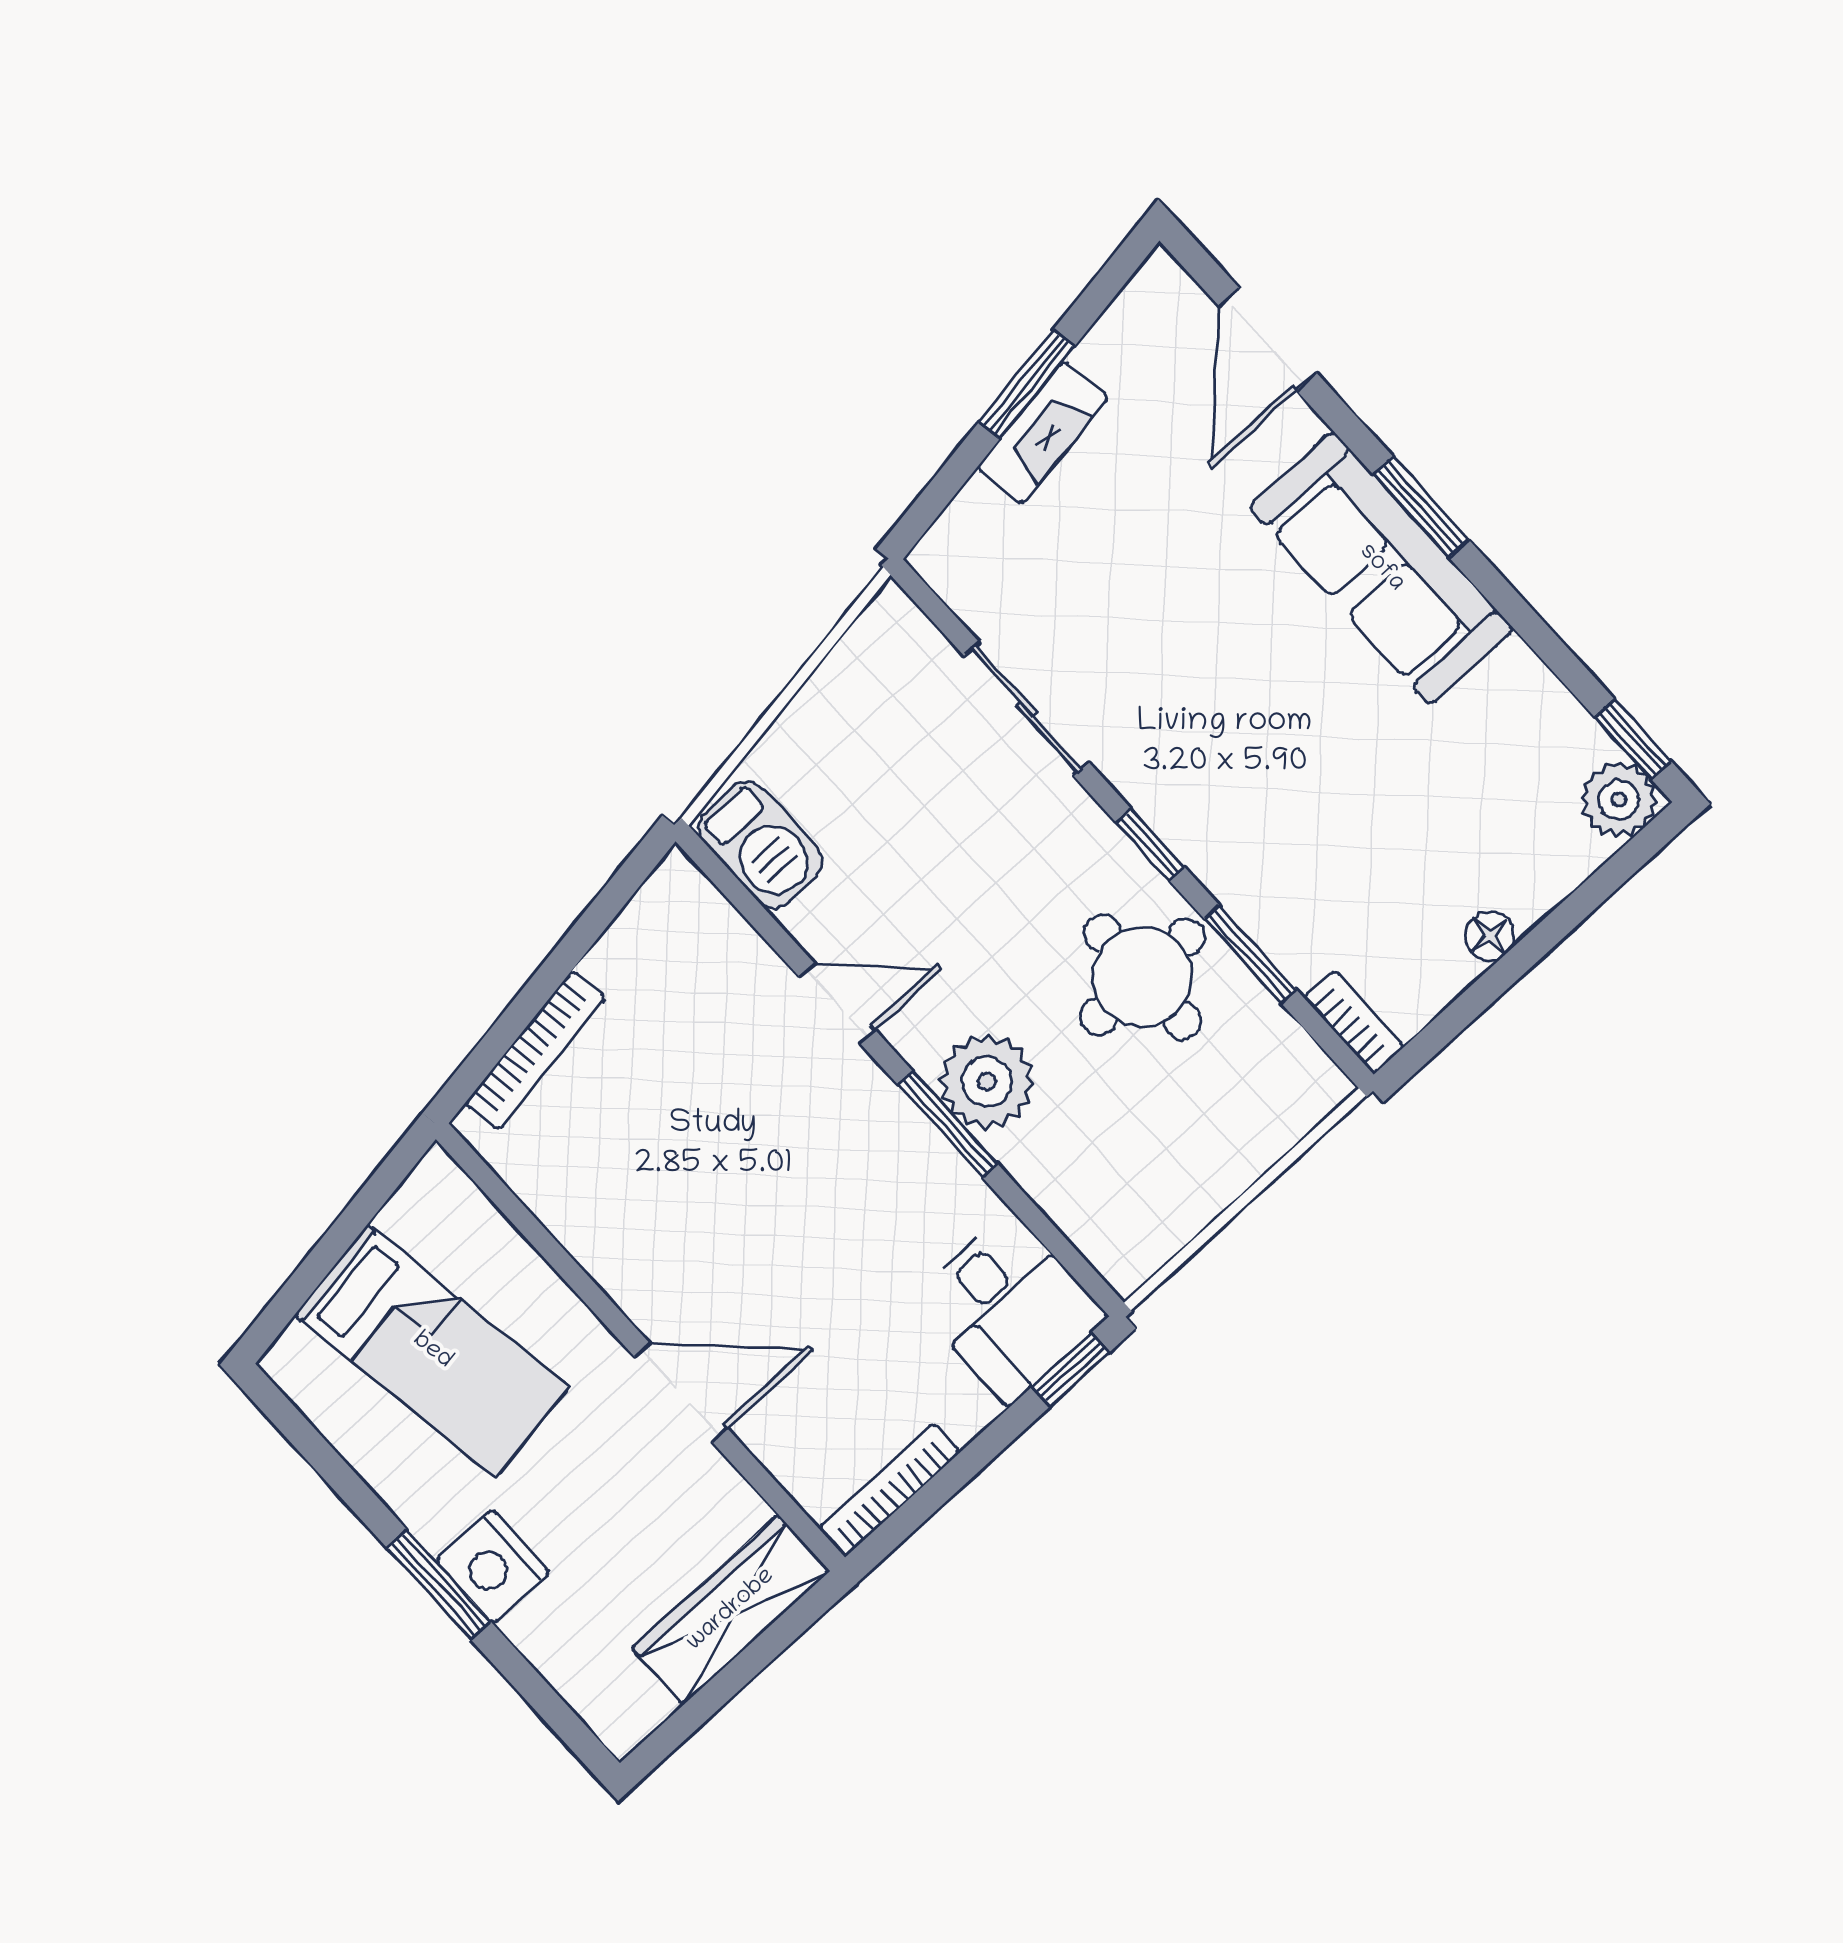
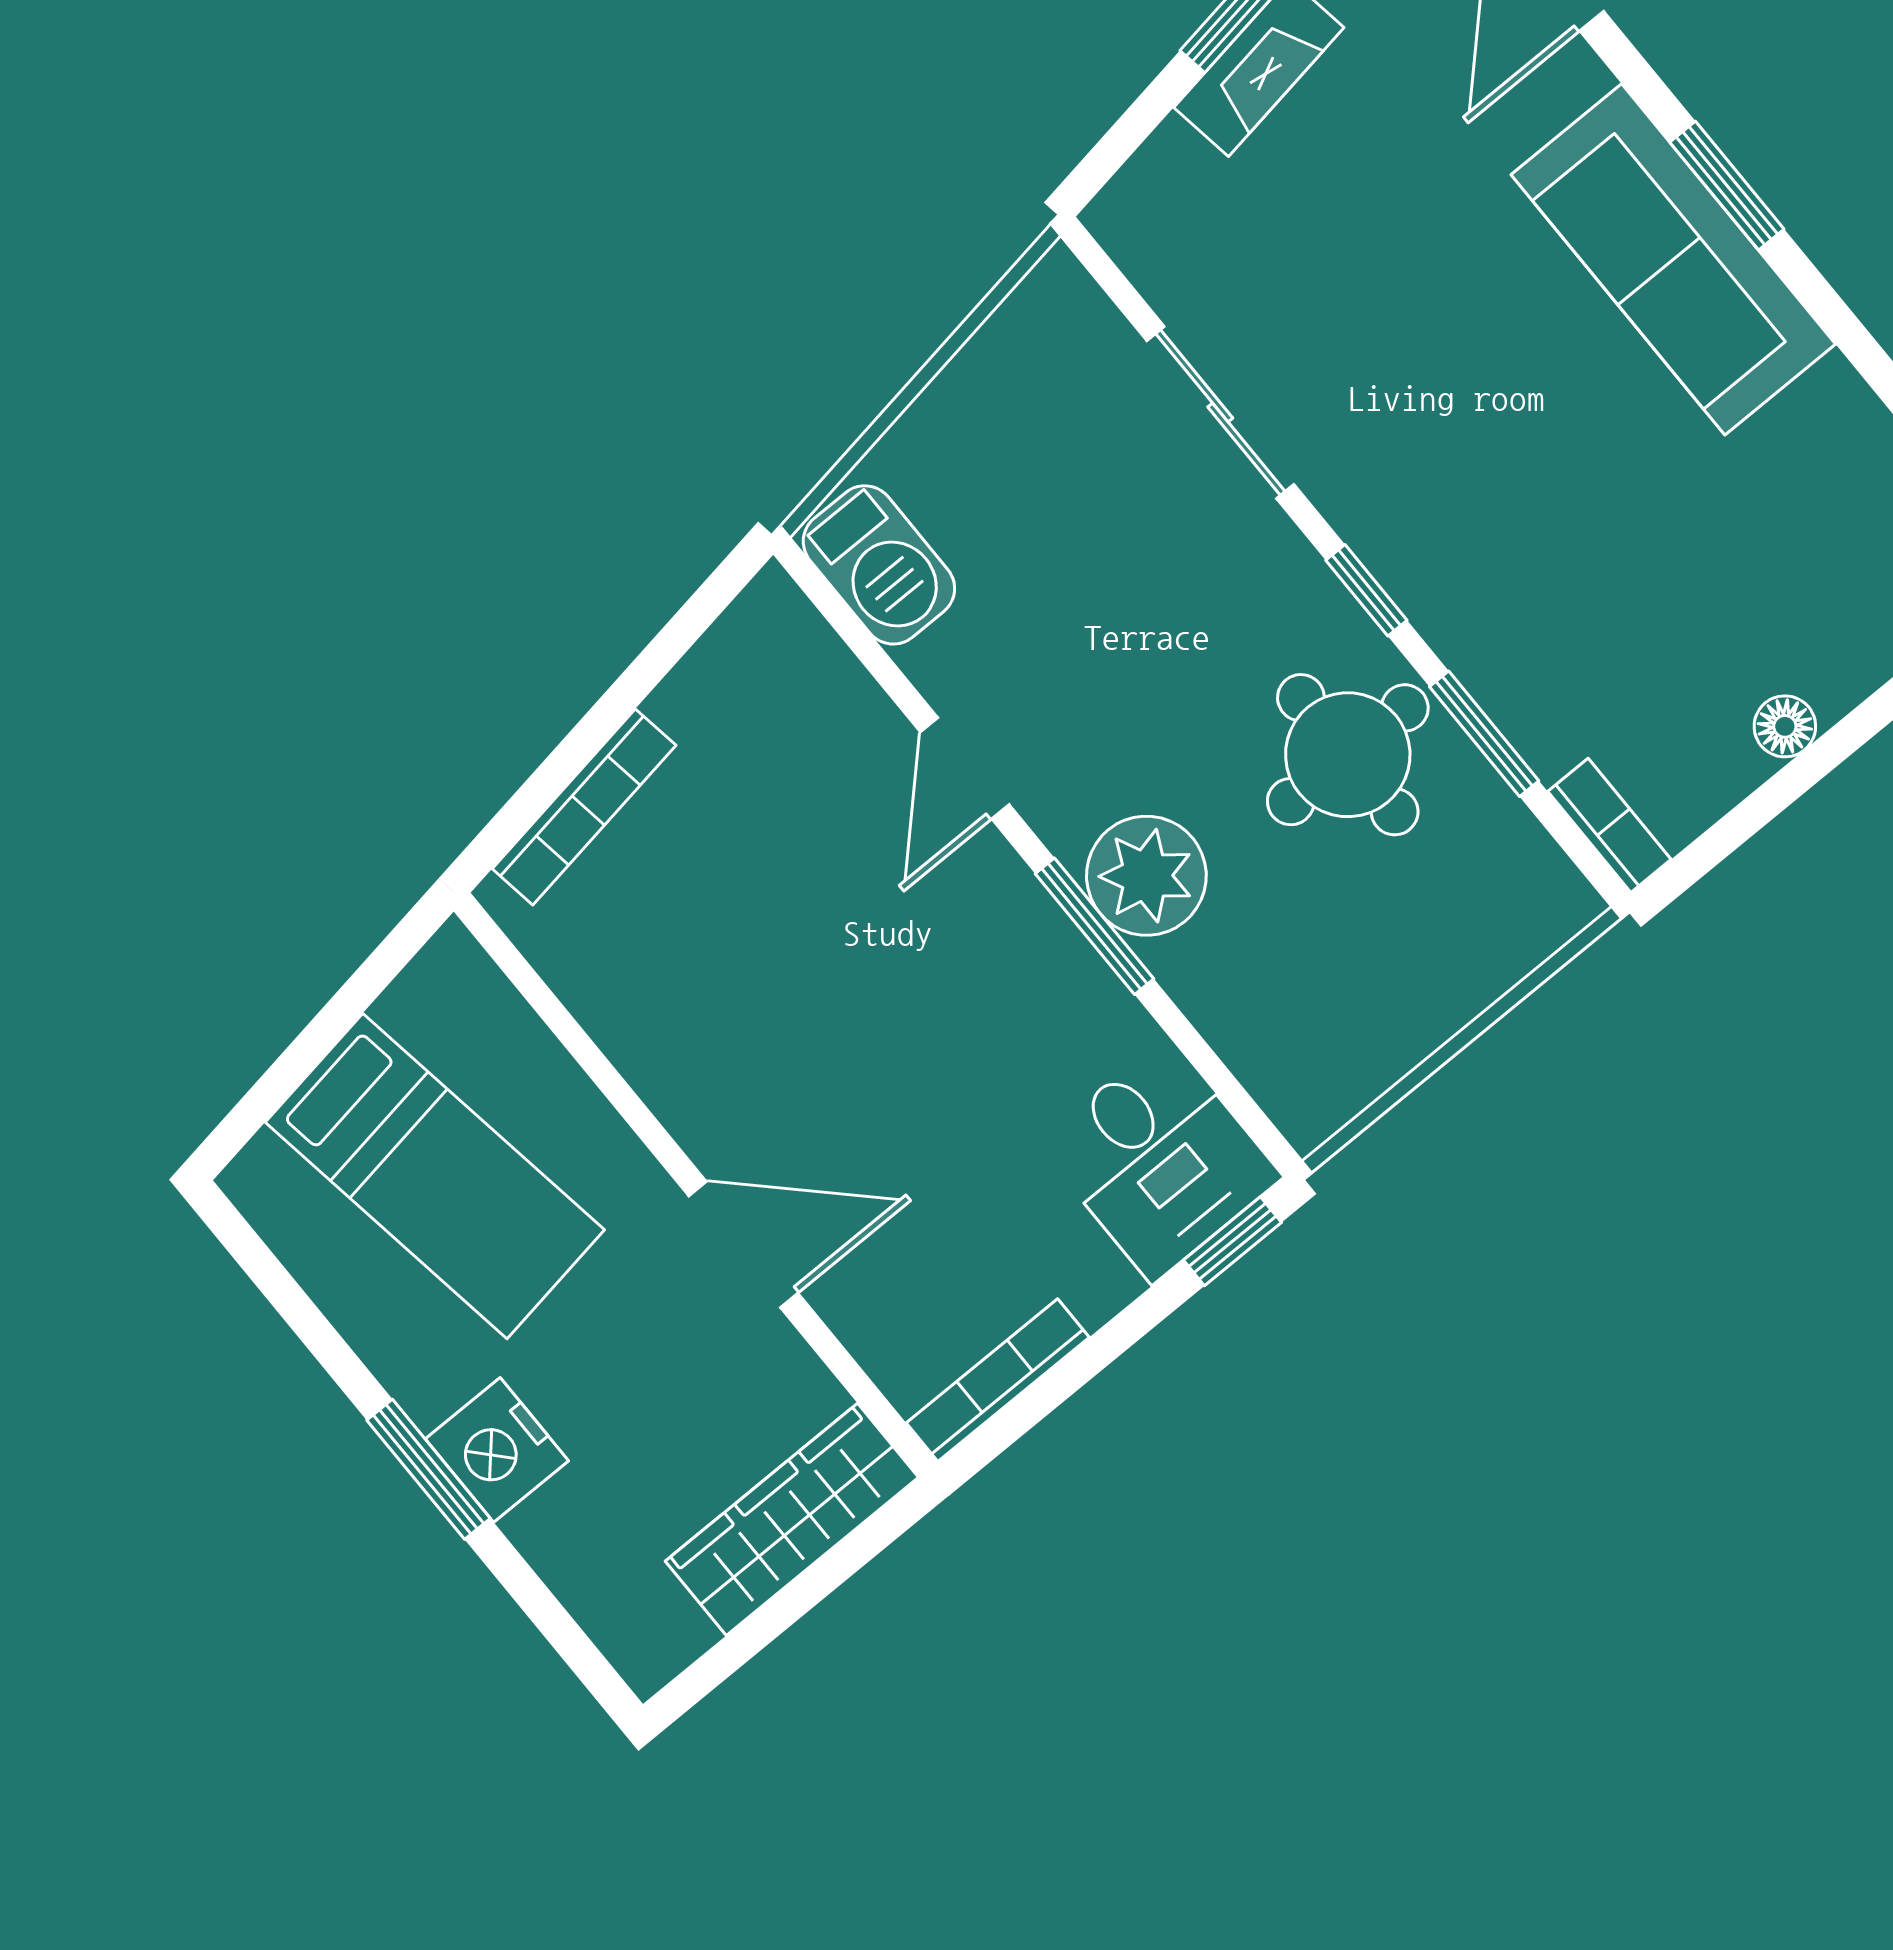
door: (837, 1004) -> (965, 768), swing flipped

